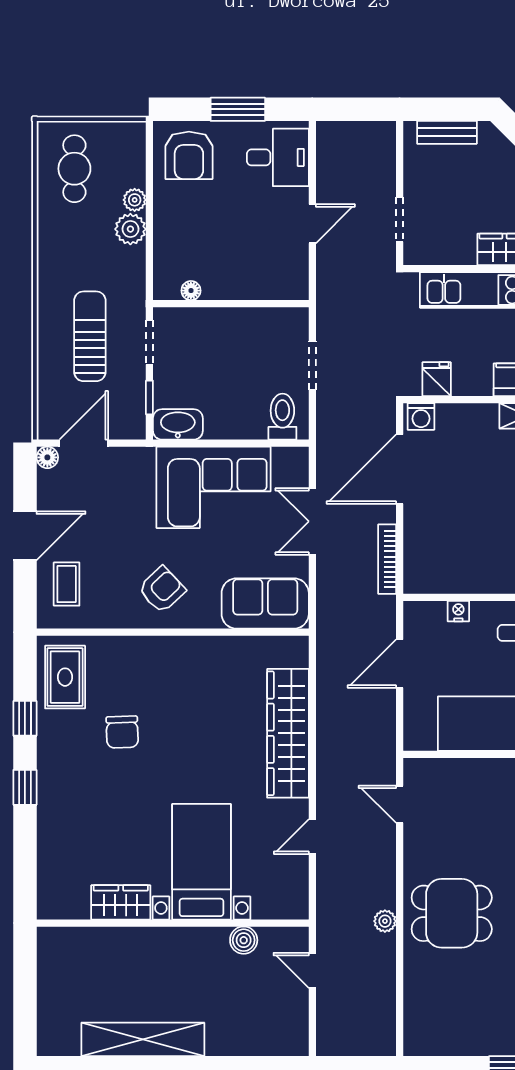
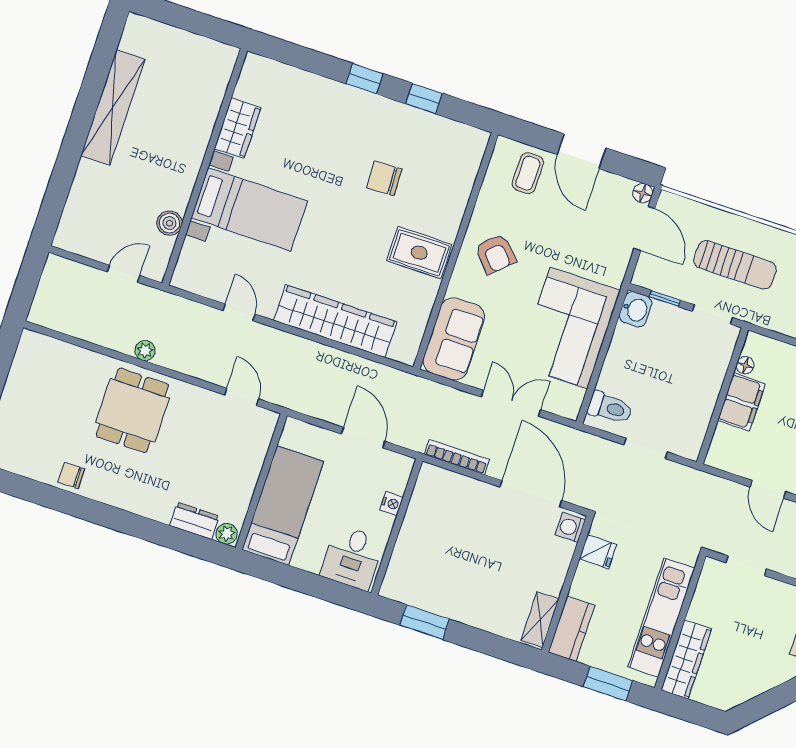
filing cabinet: (231, 282) -> (742, 402), added
washbasin: (178, 424) -> (635, 309), width x0.72
coffee table: (67, 584) -> (528, 173), turned 90
rug: (65, 677) -> (419, 253), moved
door: (400, 804) -> (242, 397), hinge flipped

